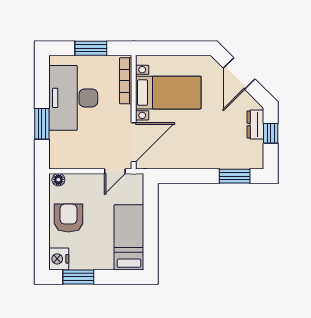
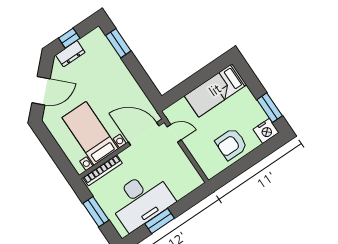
window: (42, 124) -> (160, 221), moved
floor lamp: (58, 180) -> (208, 170), removed

